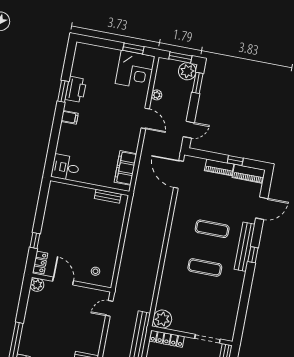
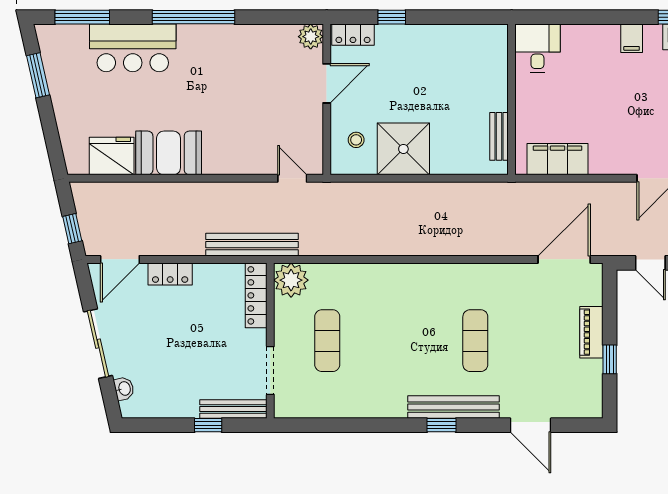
piano: (249, 174) -> (590, 389), removed
shower: (105, 247) -> (403, 149), added
exercise mat: (205, 267) -> (327, 341), moved

